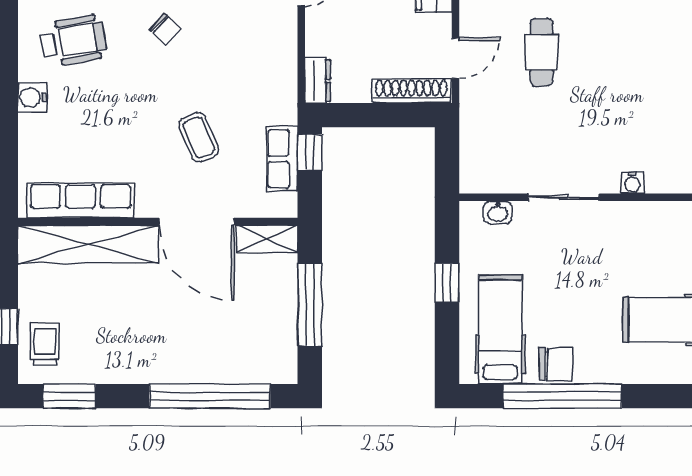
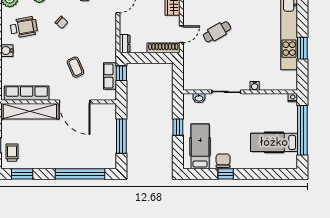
cafe table: (541, 52) -> (217, 32), turned 60
shelving: (267, 239) -> (104, 109), removed
chair: (556, 364) -> (223, 161), turned -90
window: (562, 396) -> (226, 174), width x0.32

